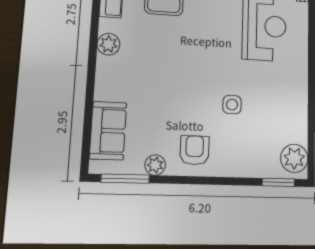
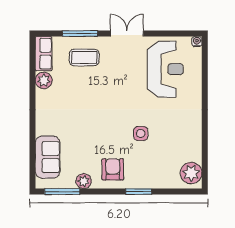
plant: (108, 44) -> (44, 80), moved
window: (278, 182) -> (139, 192), moved

